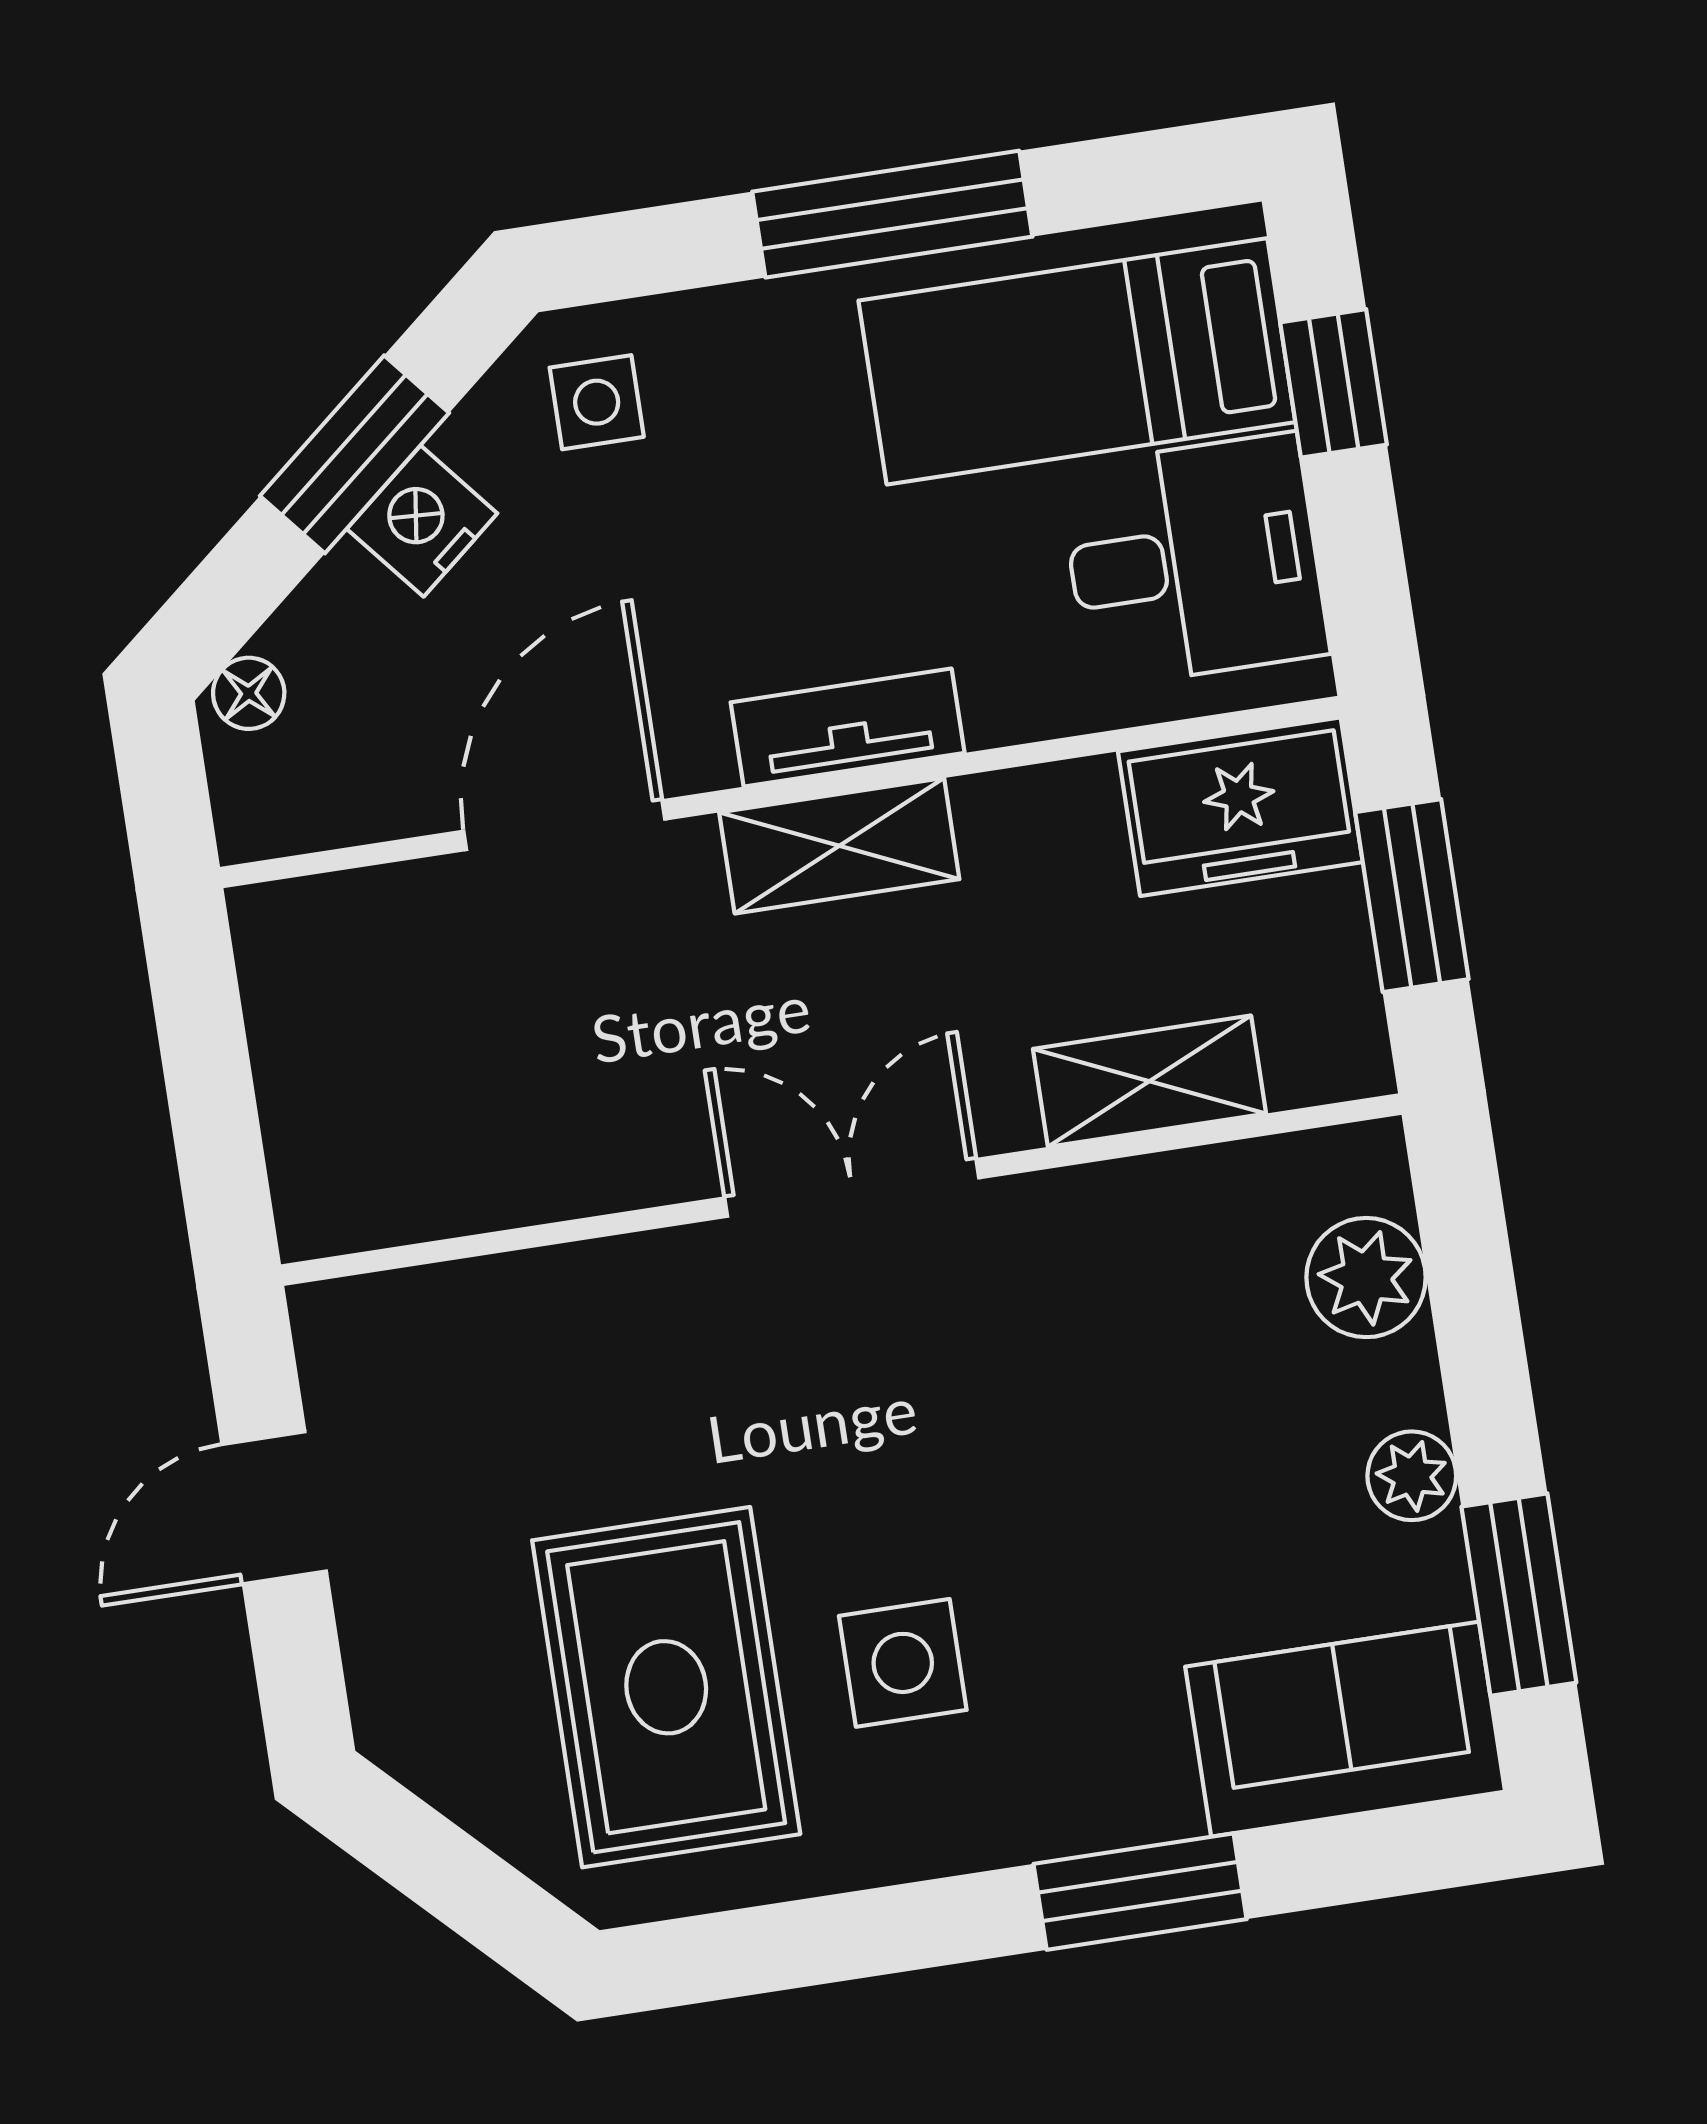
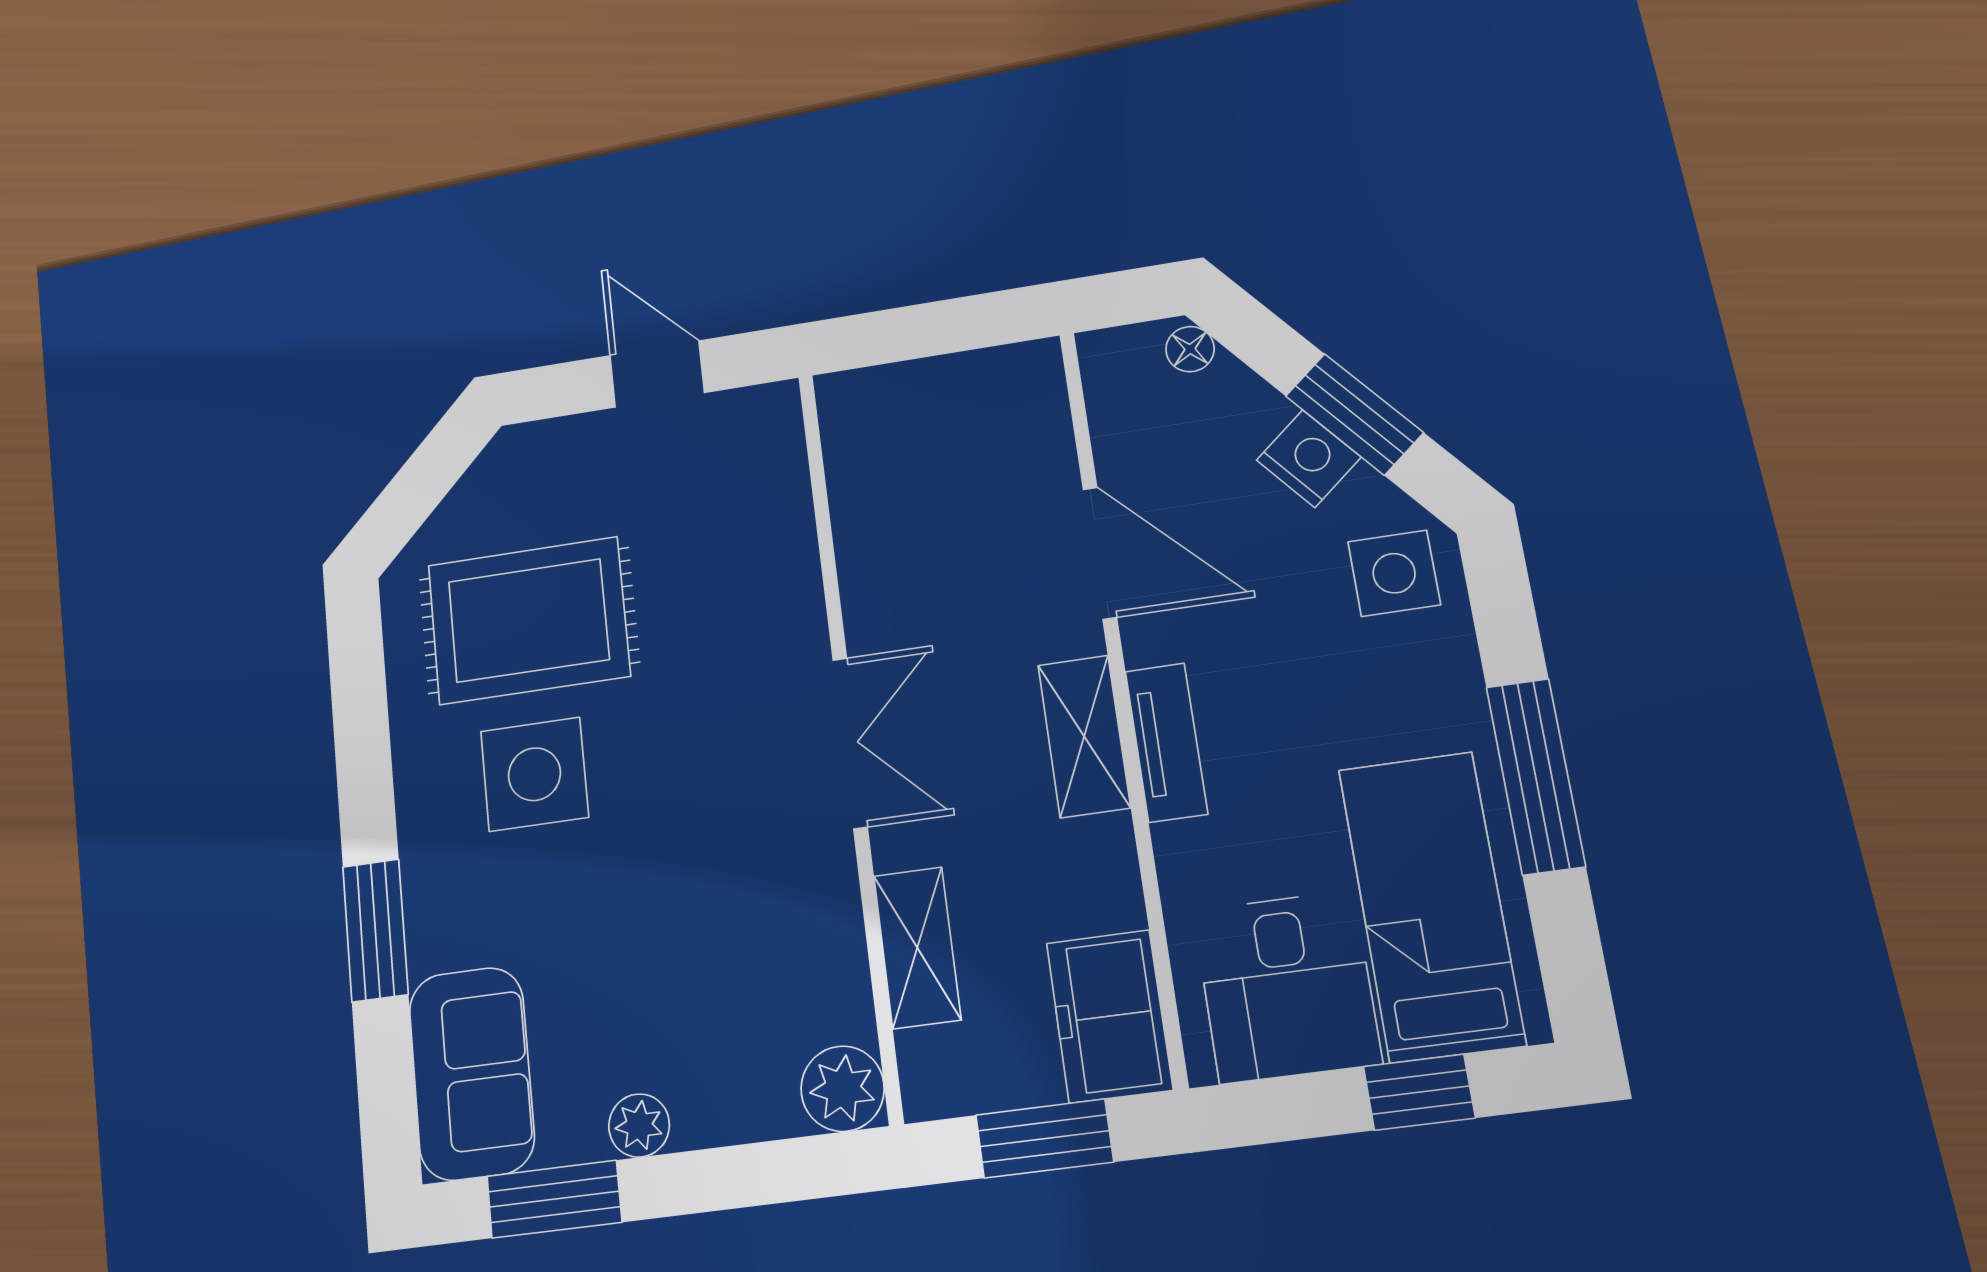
side table: (597, 402) -> (1394, 573), width x1.37, depth x1.37
plant: (1366, 1278) -> (843, 1089), moved
side table: (903, 1663) -> (534, 774), width x1.37, depth x1.37

